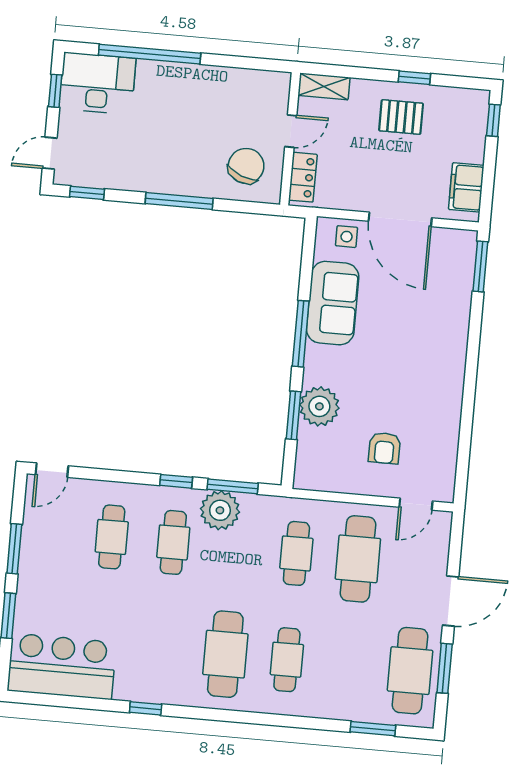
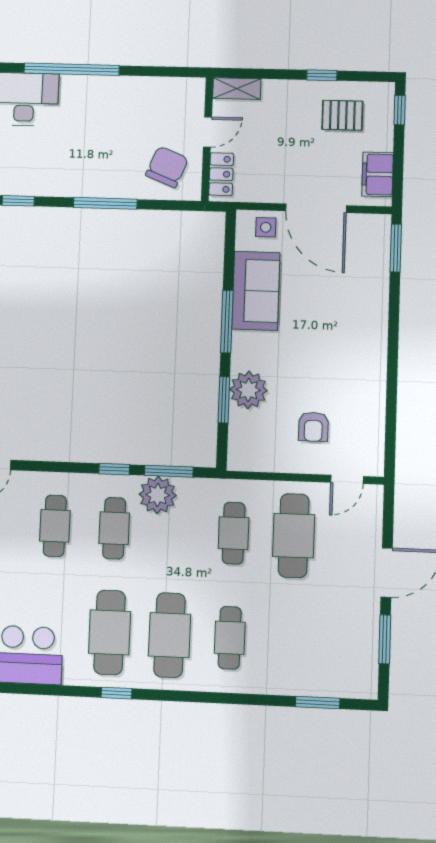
pallet: (401, 117) -> (342, 115), moved
cafe table: (410, 671) -> (110, 632), moved
window: (146, 708) -> (117, 693), moved

